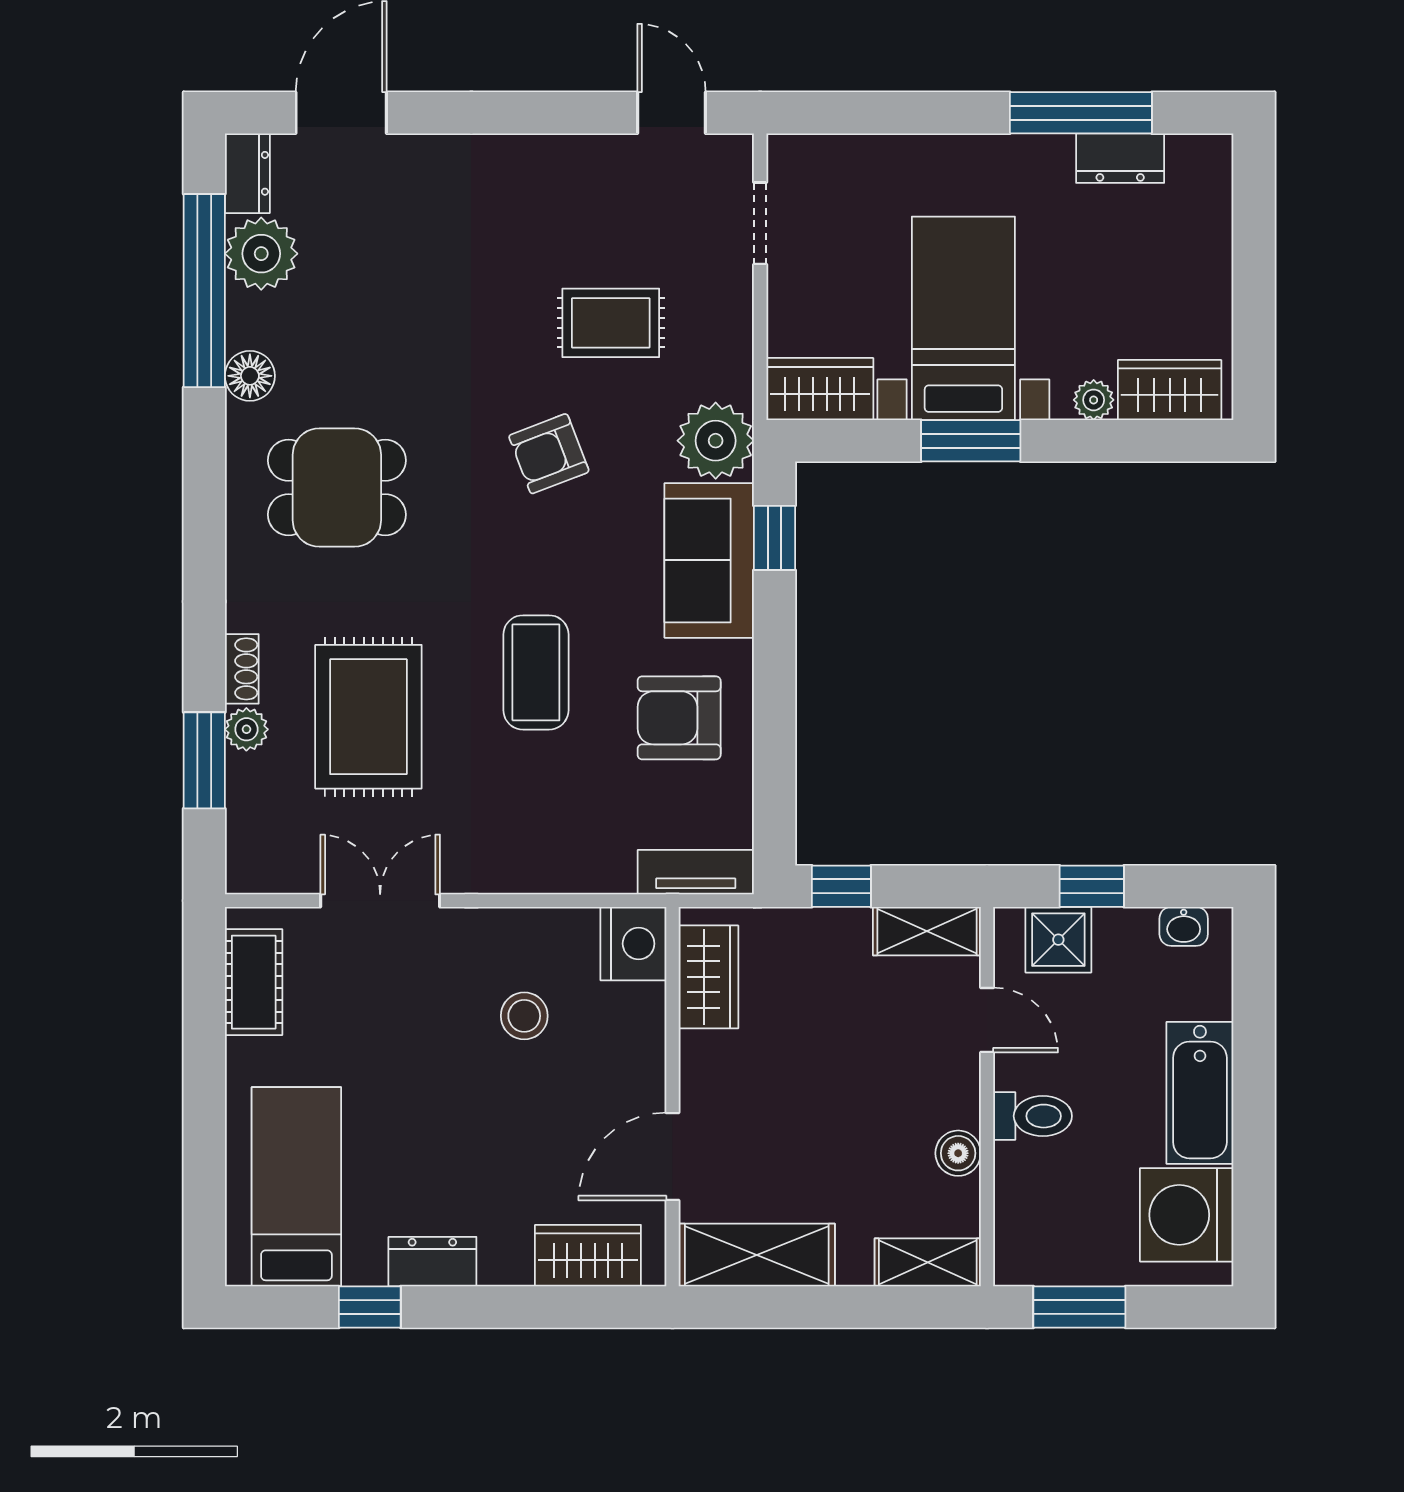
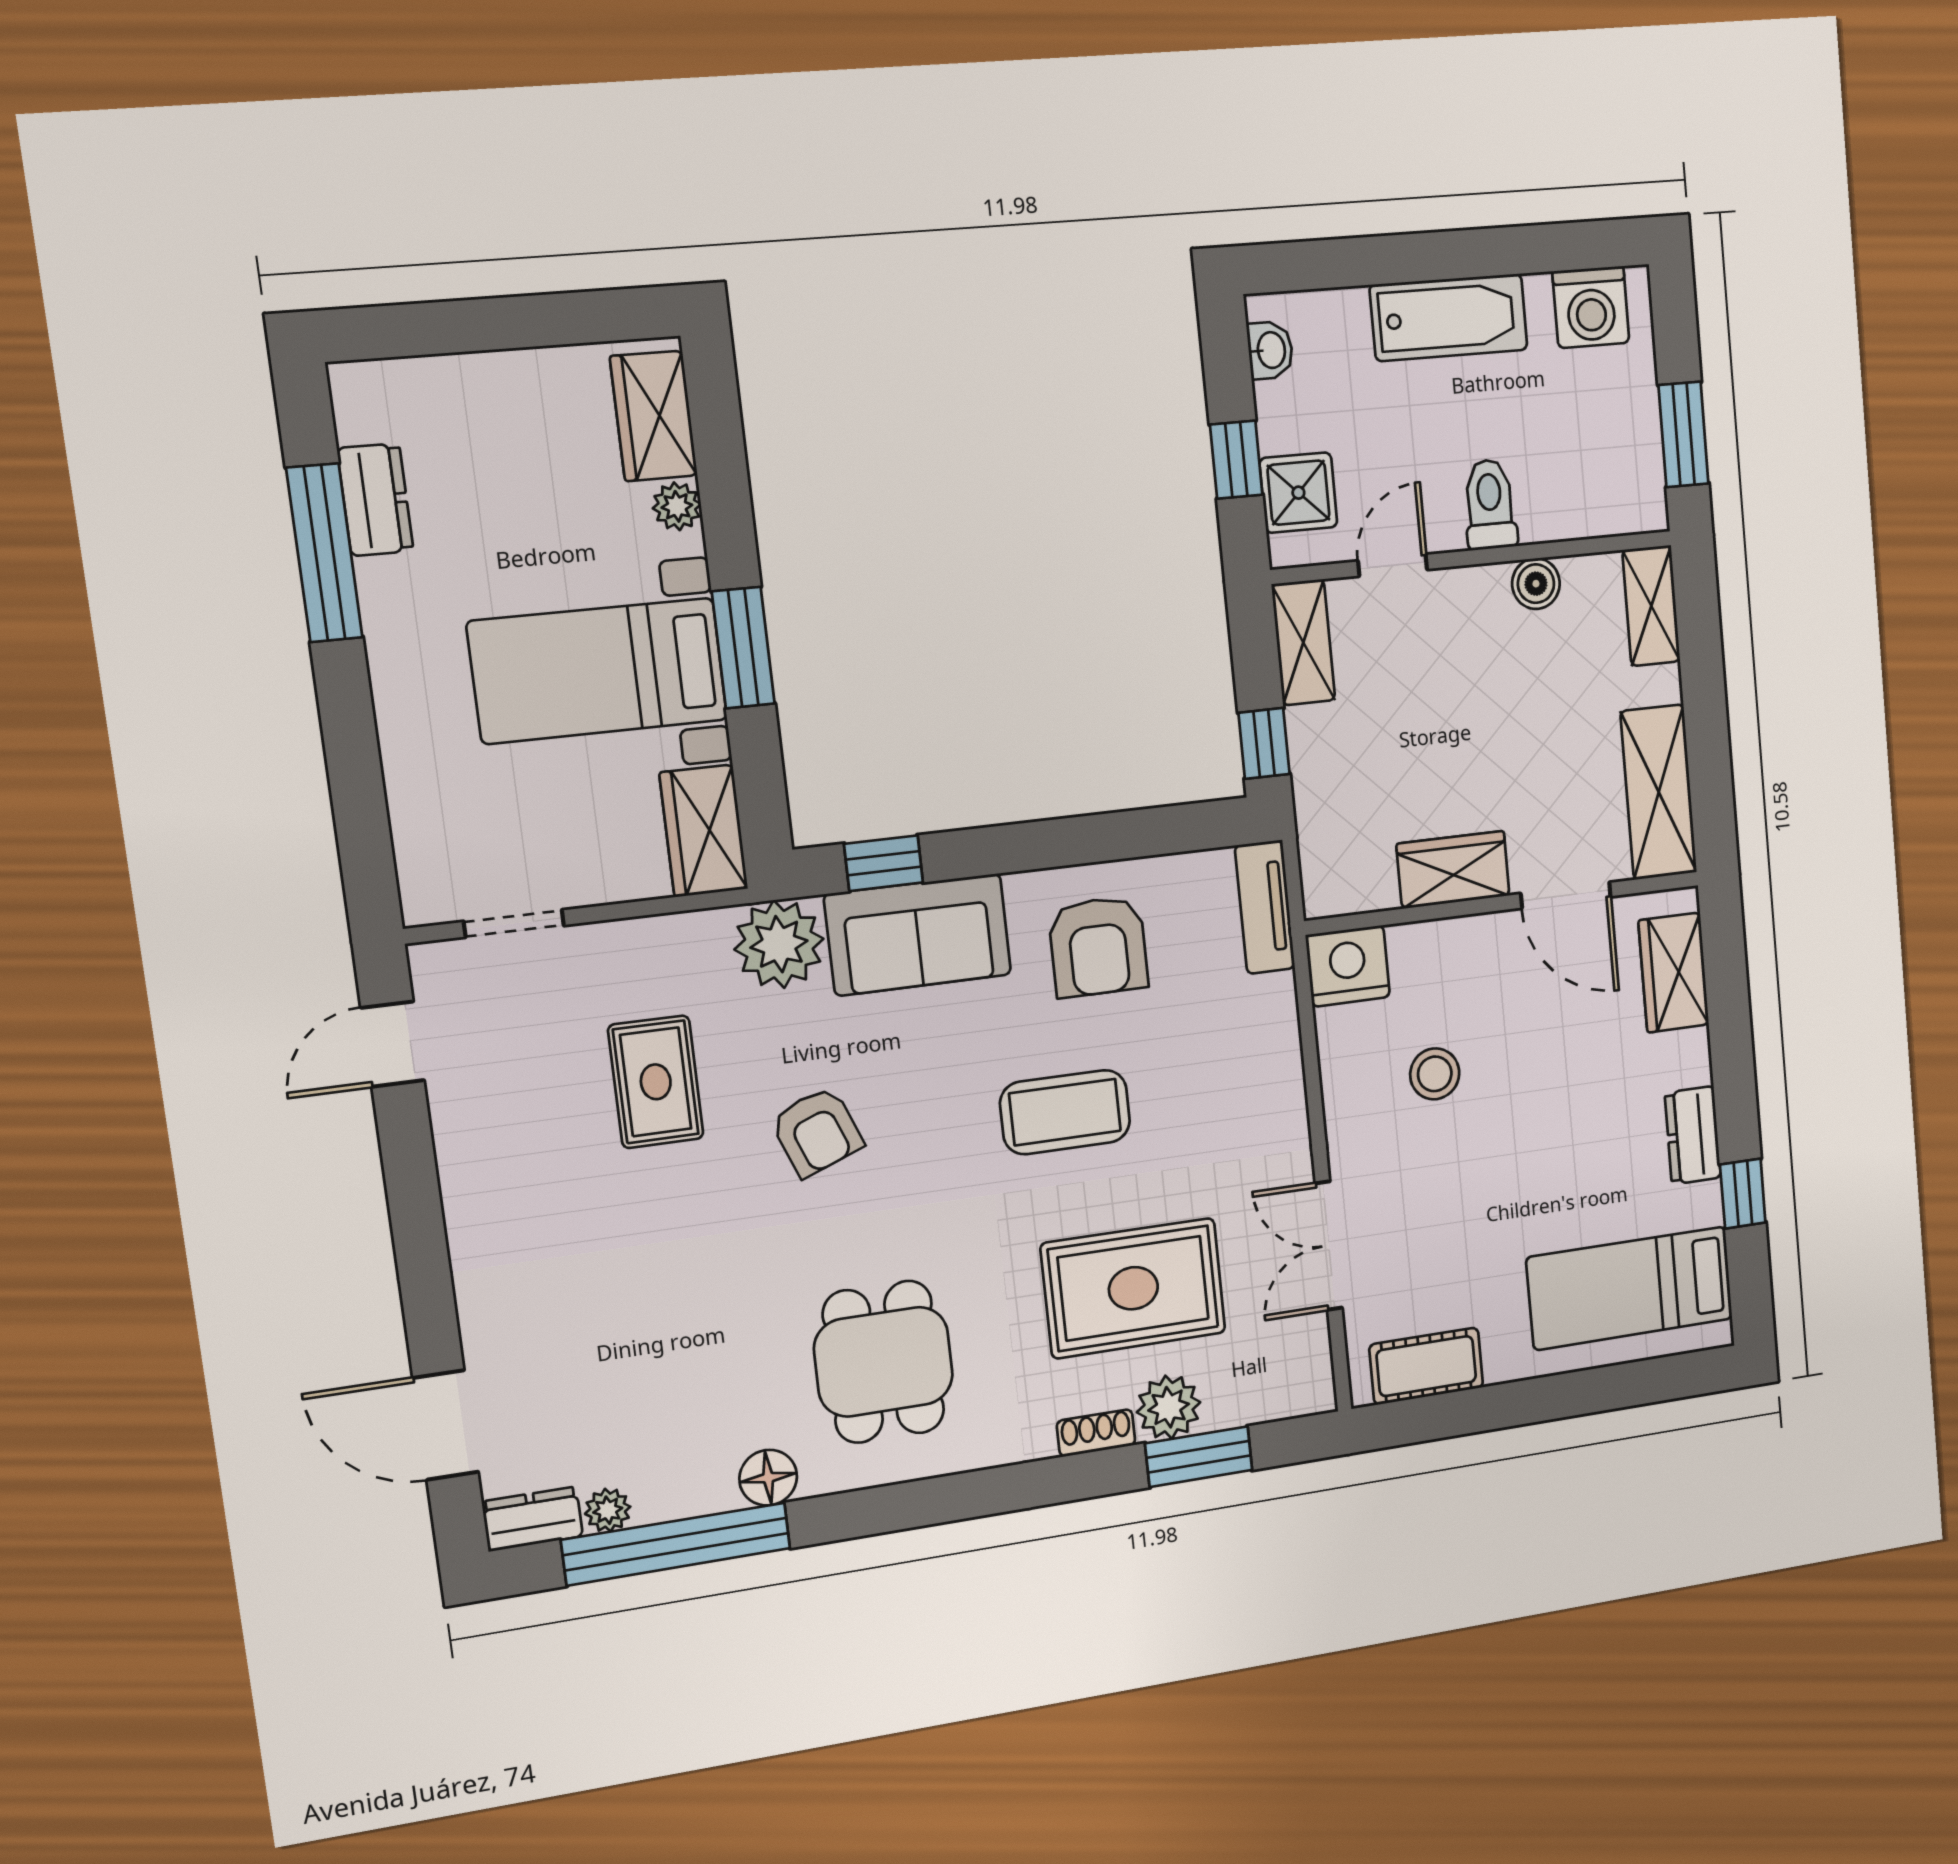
plant: (261, 254) -> (608, 1510), width x0.53, depth x0.53
plant: (246, 729) -> (1169, 1407), width x1.38, depth x1.38
wardrobe: (709, 977) -> (1453, 870), moved
washing machine: (1187, 1215) -> (1591, 307), width x0.73, depth x0.73

